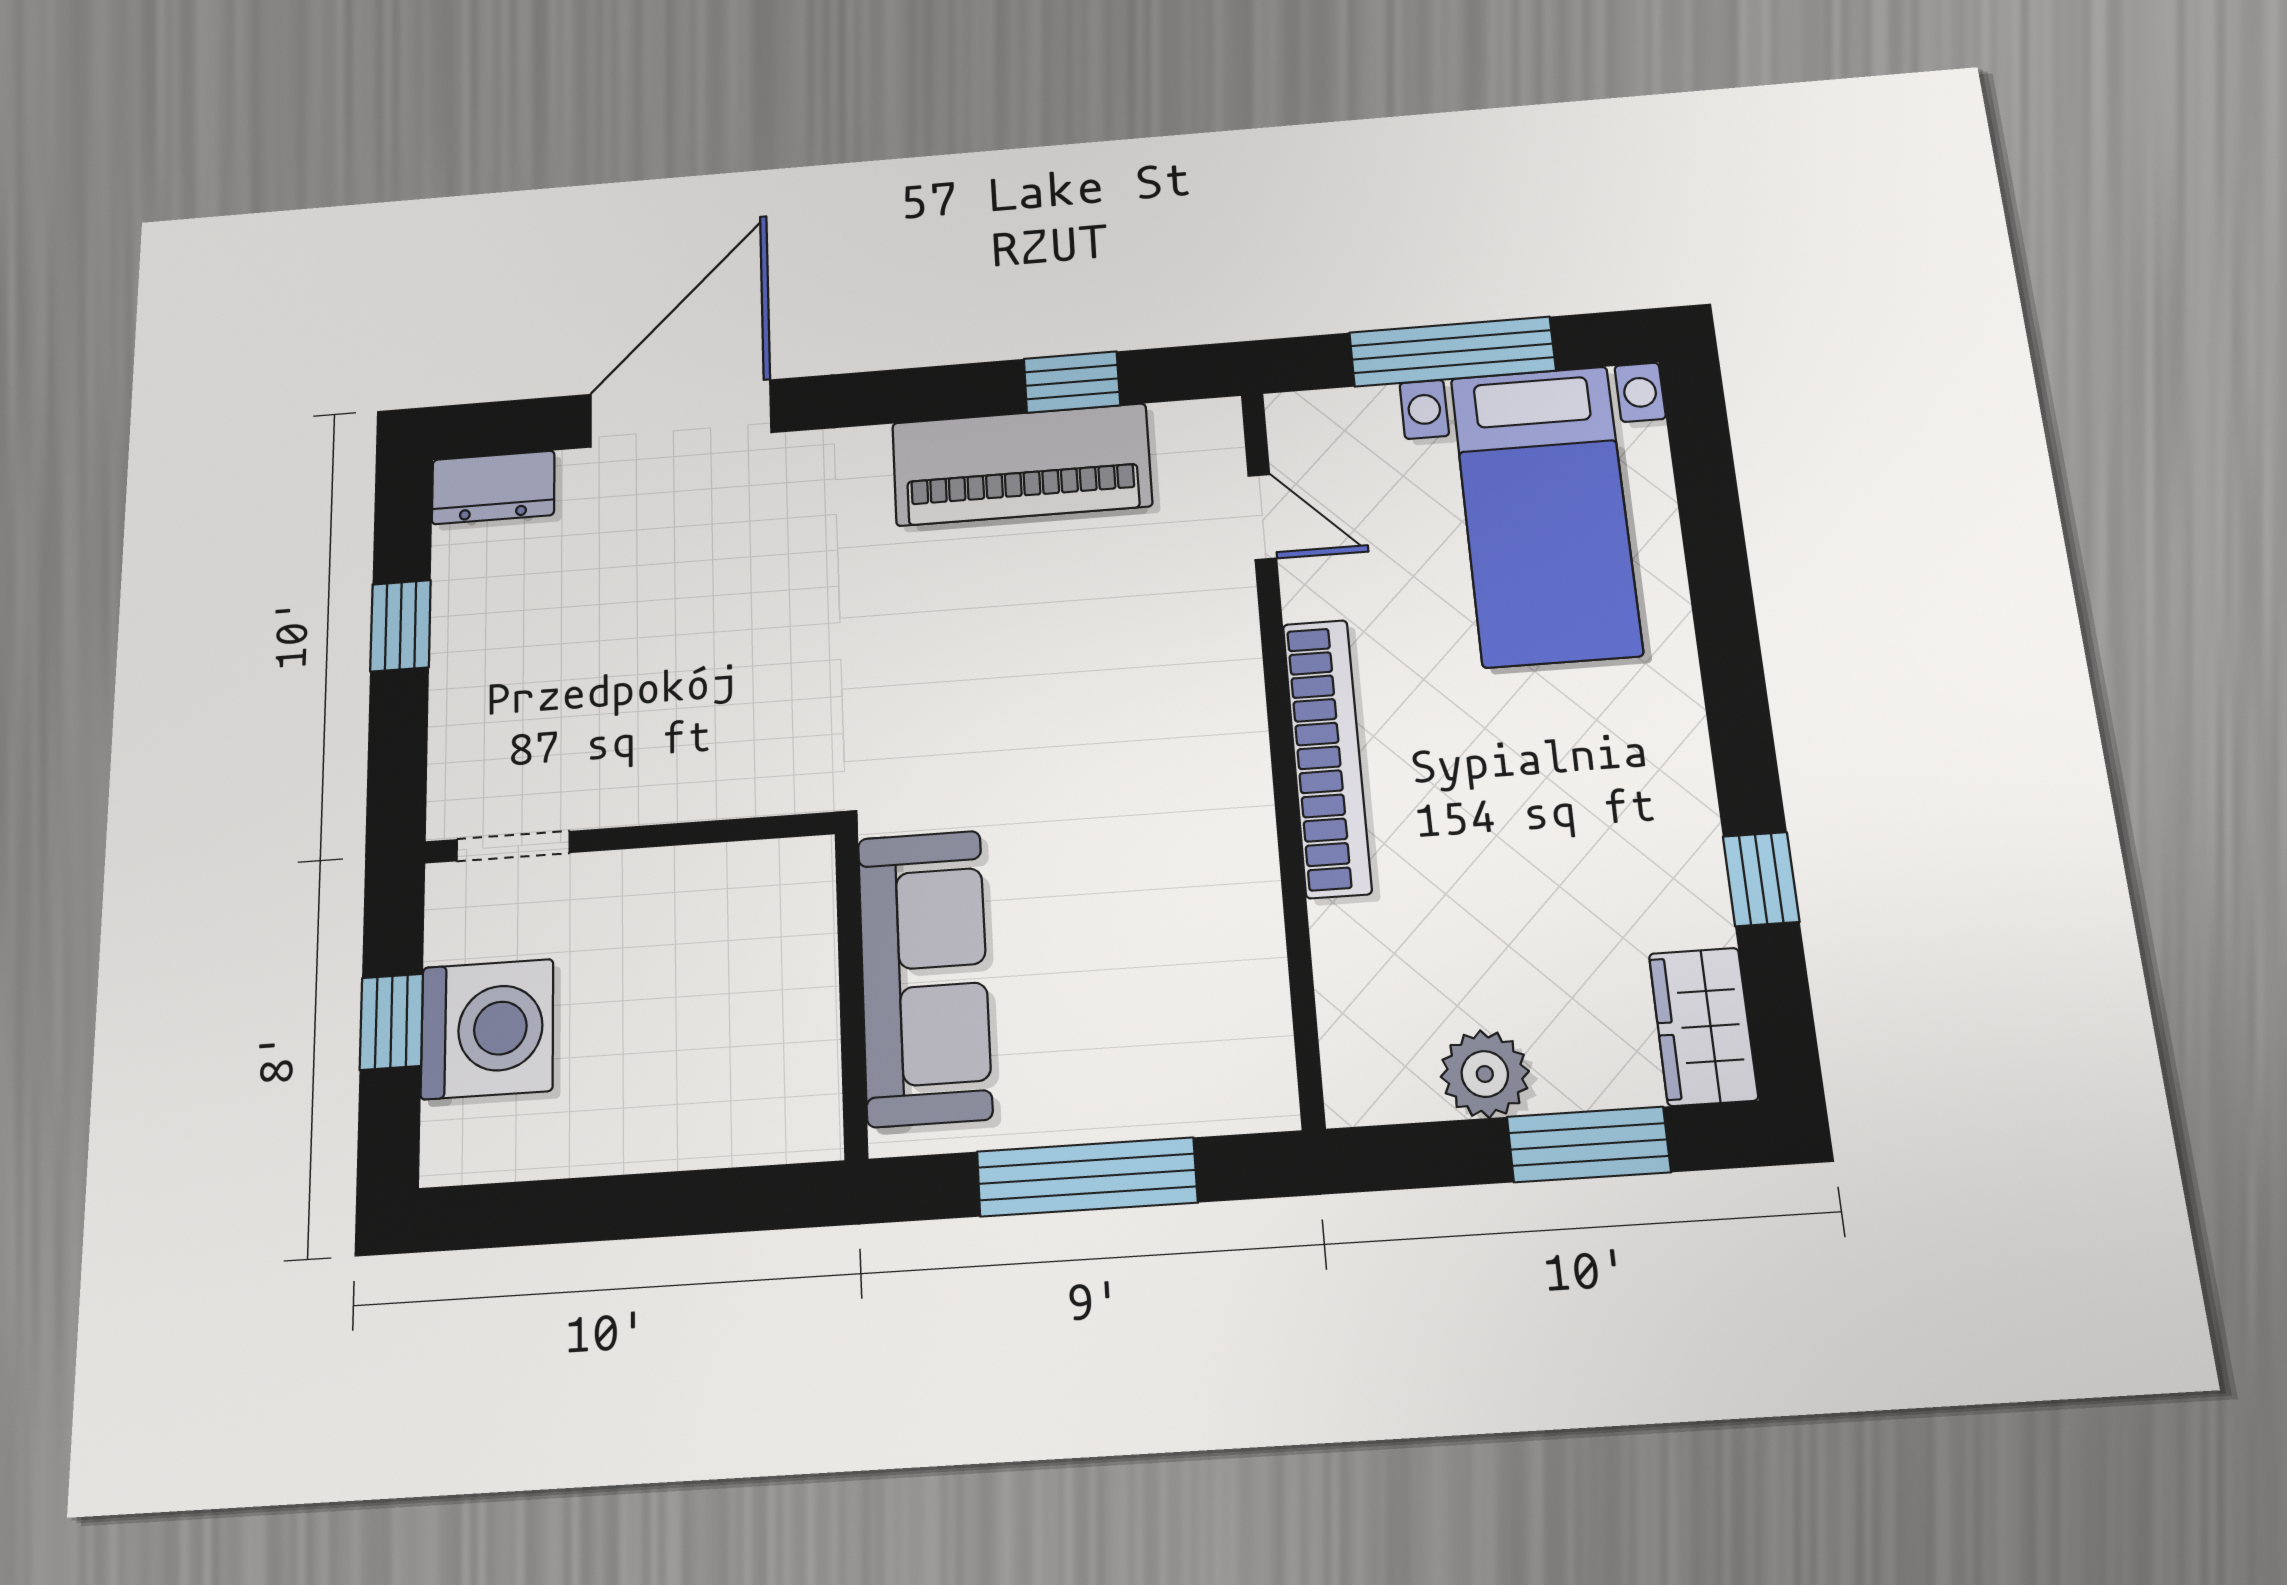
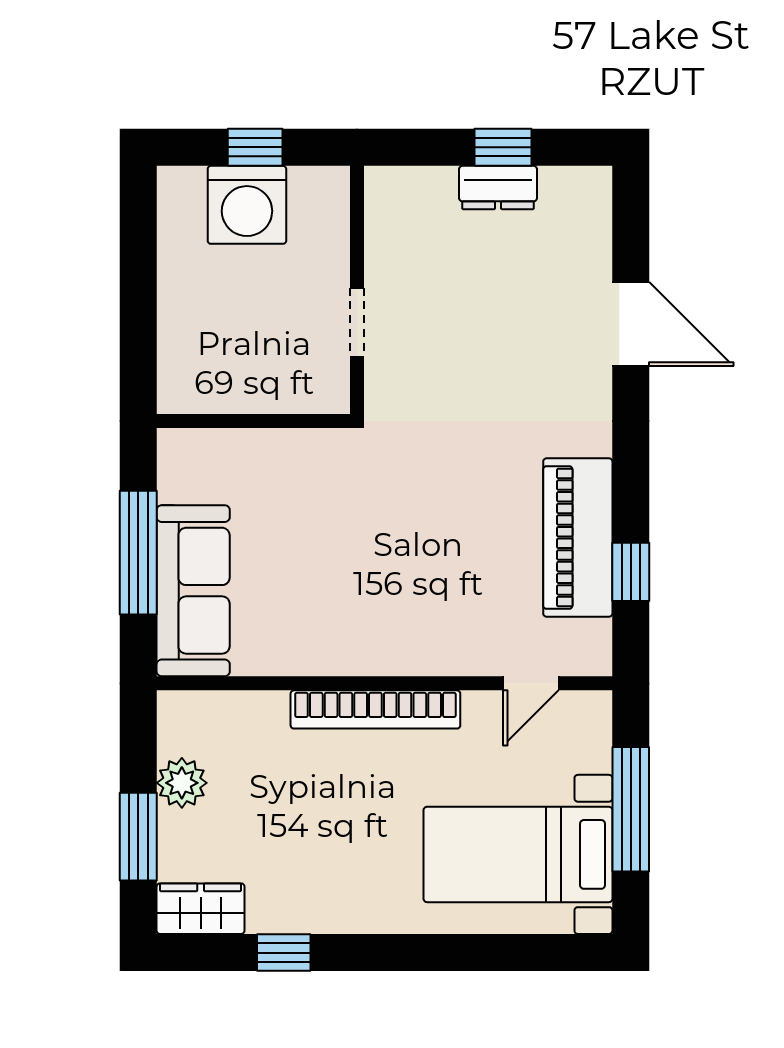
door: (681, 413) -> (631, 324), width x0.73
dresser: (493, 487) -> (498, 187), moved, turned -90
doorway: (513, 846) -> (357, 322), moved
sofa: (924, 977) -> (193, 591), moved, turned -90

